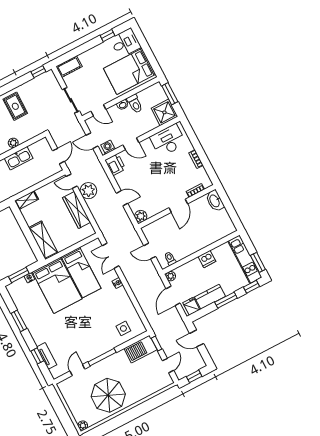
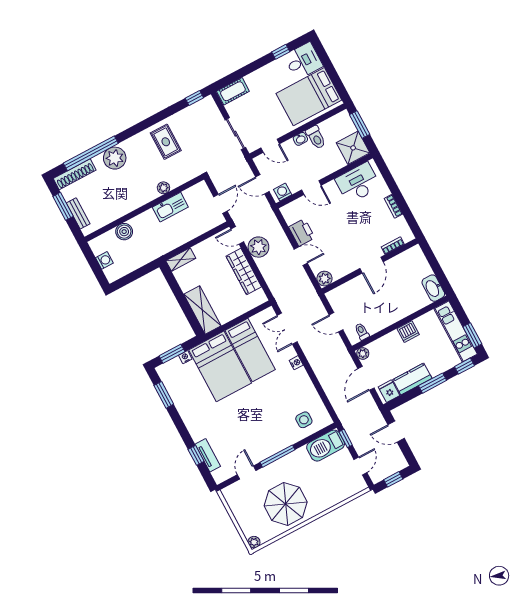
printer: (115, 165) -> (302, 232), moved
washbasin: (215, 201) -> (433, 288), moved
window: (19, 321) -> (164, 395), moved

